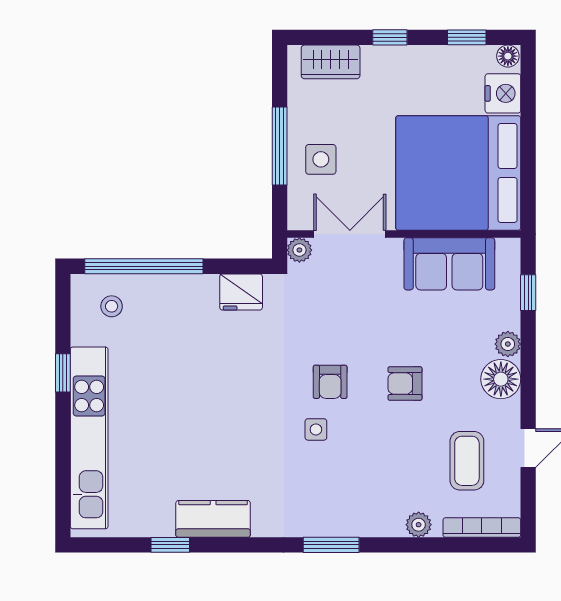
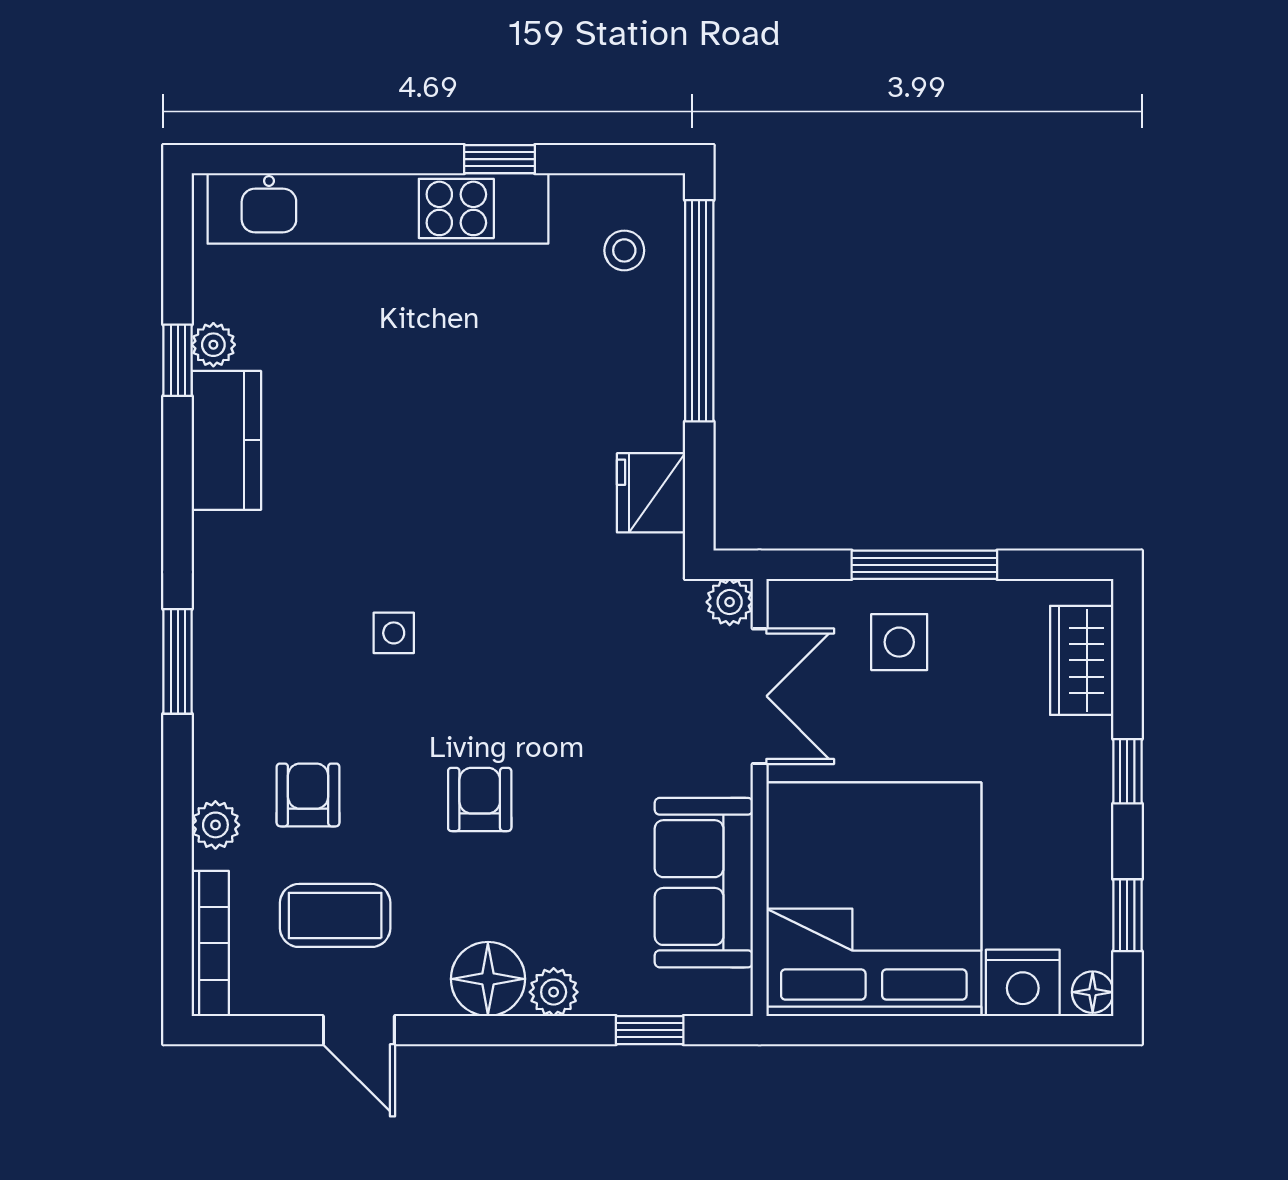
armchair: (330, 382) -> (308, 795), moved, turned 90
plant: (162, 526) -> (213, 345), added

